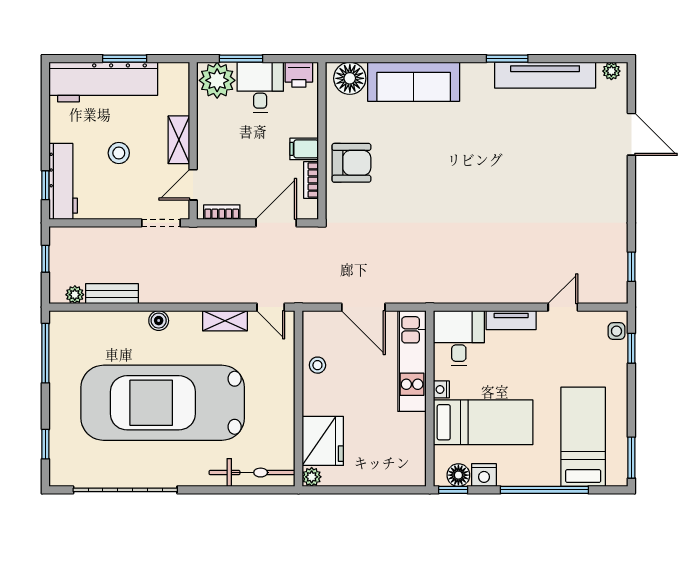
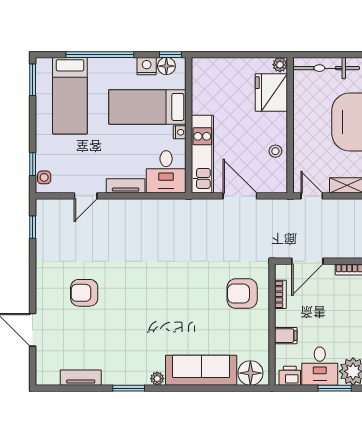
plant: (611, 71) -> (157, 379), moved
tv unit: (545, 75) -> (81, 378), width x0.52, depth x0.78
filing cabinet: (304, 149) -> (286, 336), moved
armchair: (351, 163) -> (242, 294), moved
armchair: (565, 182) -> (84, 293), added

